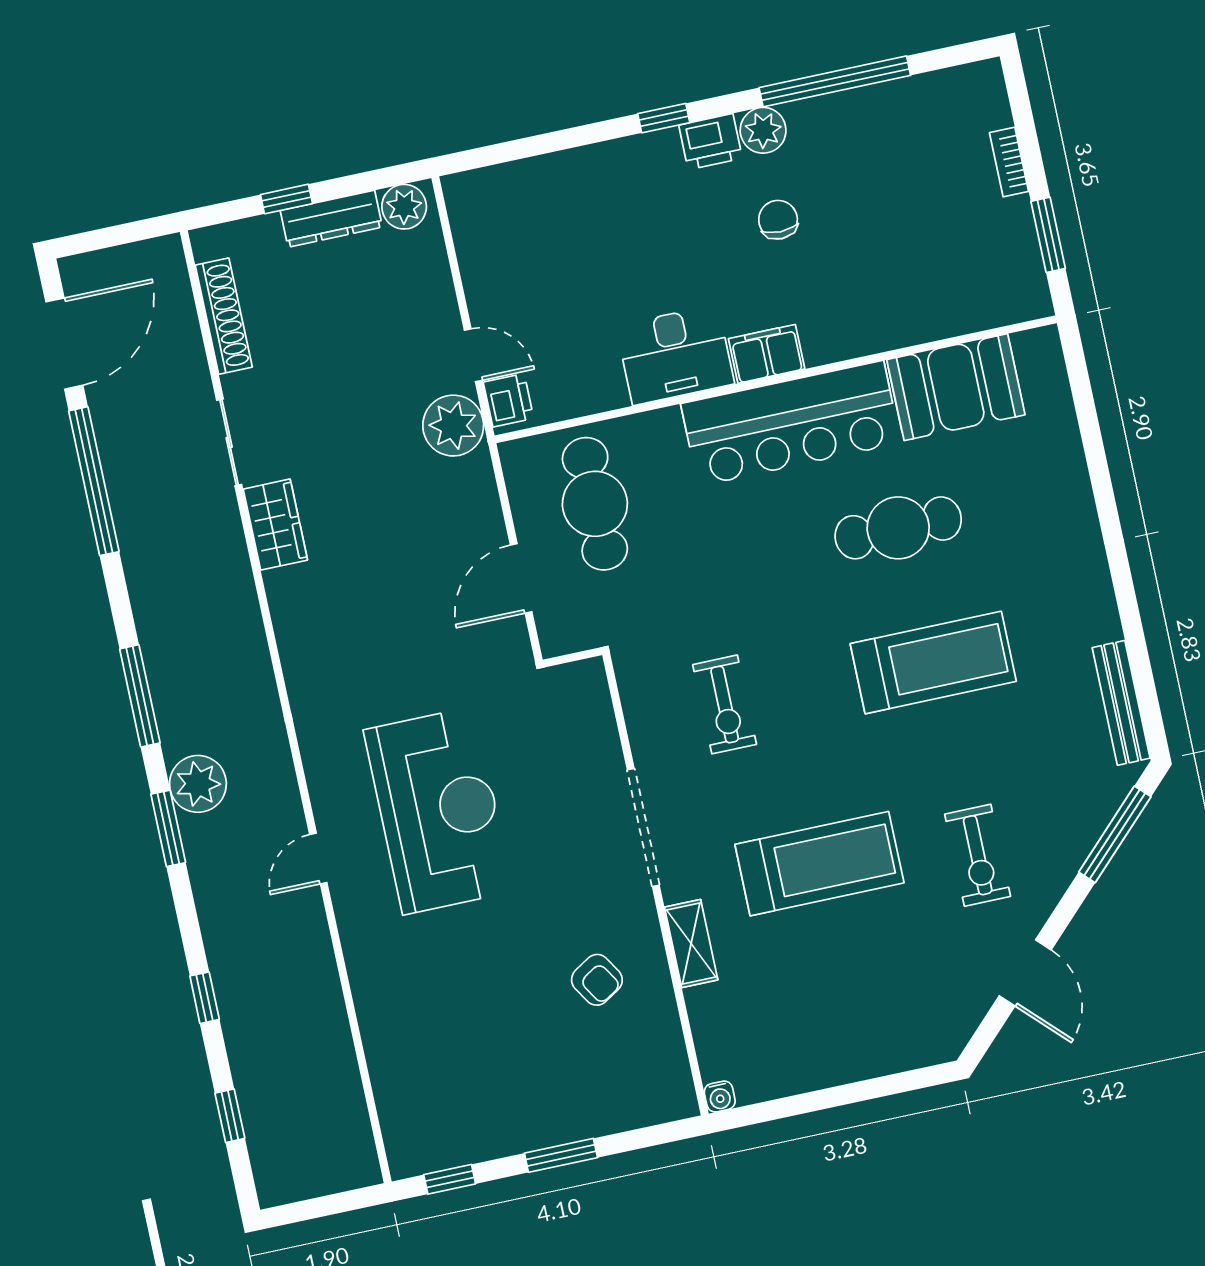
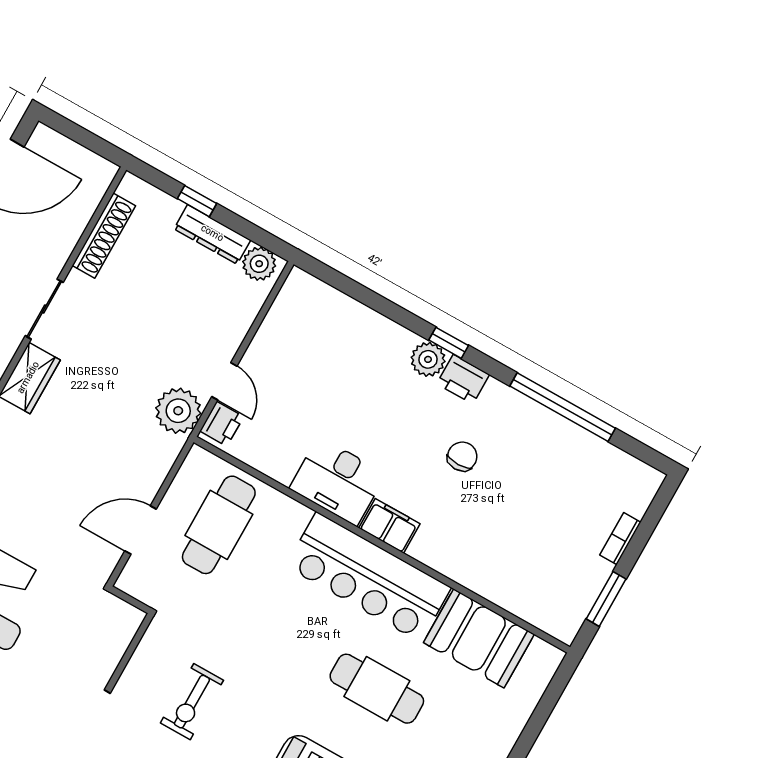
plant: (763, 130) -> (428, 359), moved

